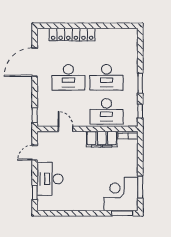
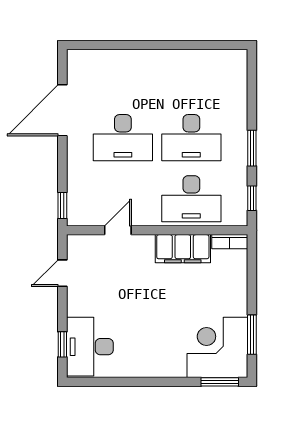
locker: (72, 35) -> (130, 61), removed
door: (66, 129) -> (118, 230), hinge flipped
desk: (50, 179) -> (90, 347), moved

